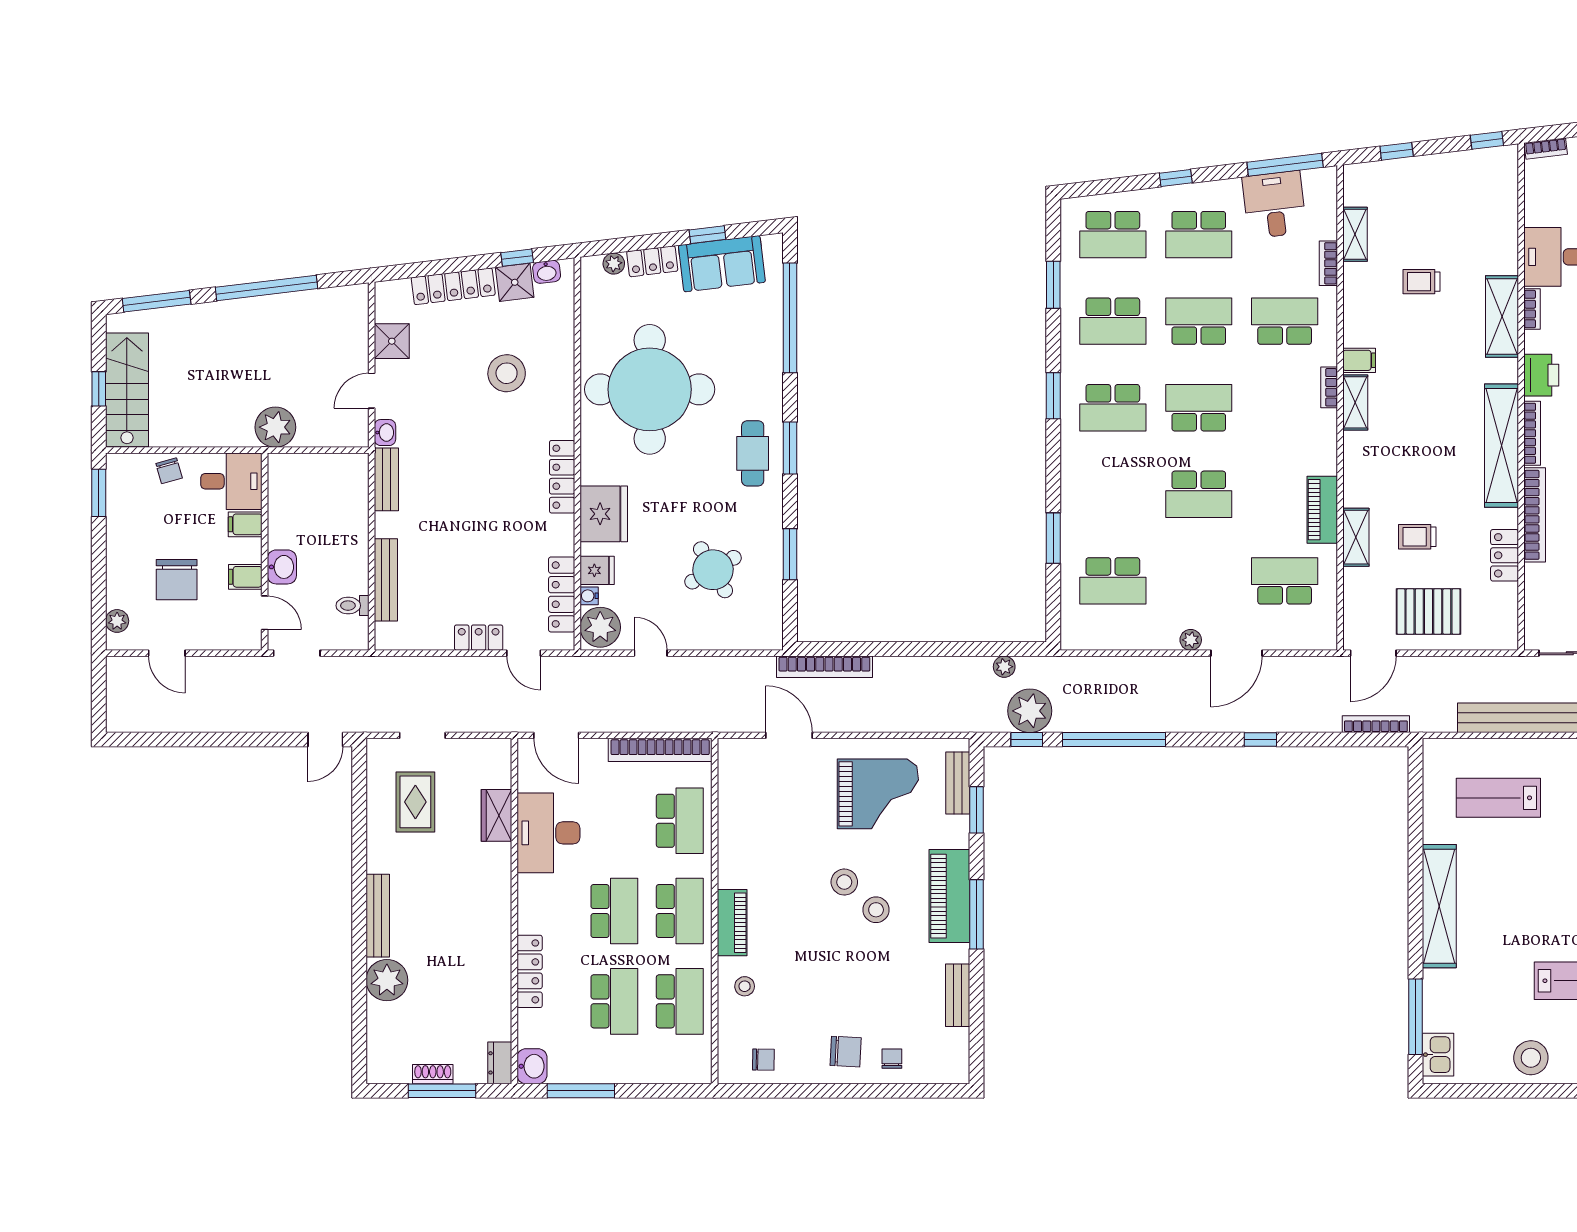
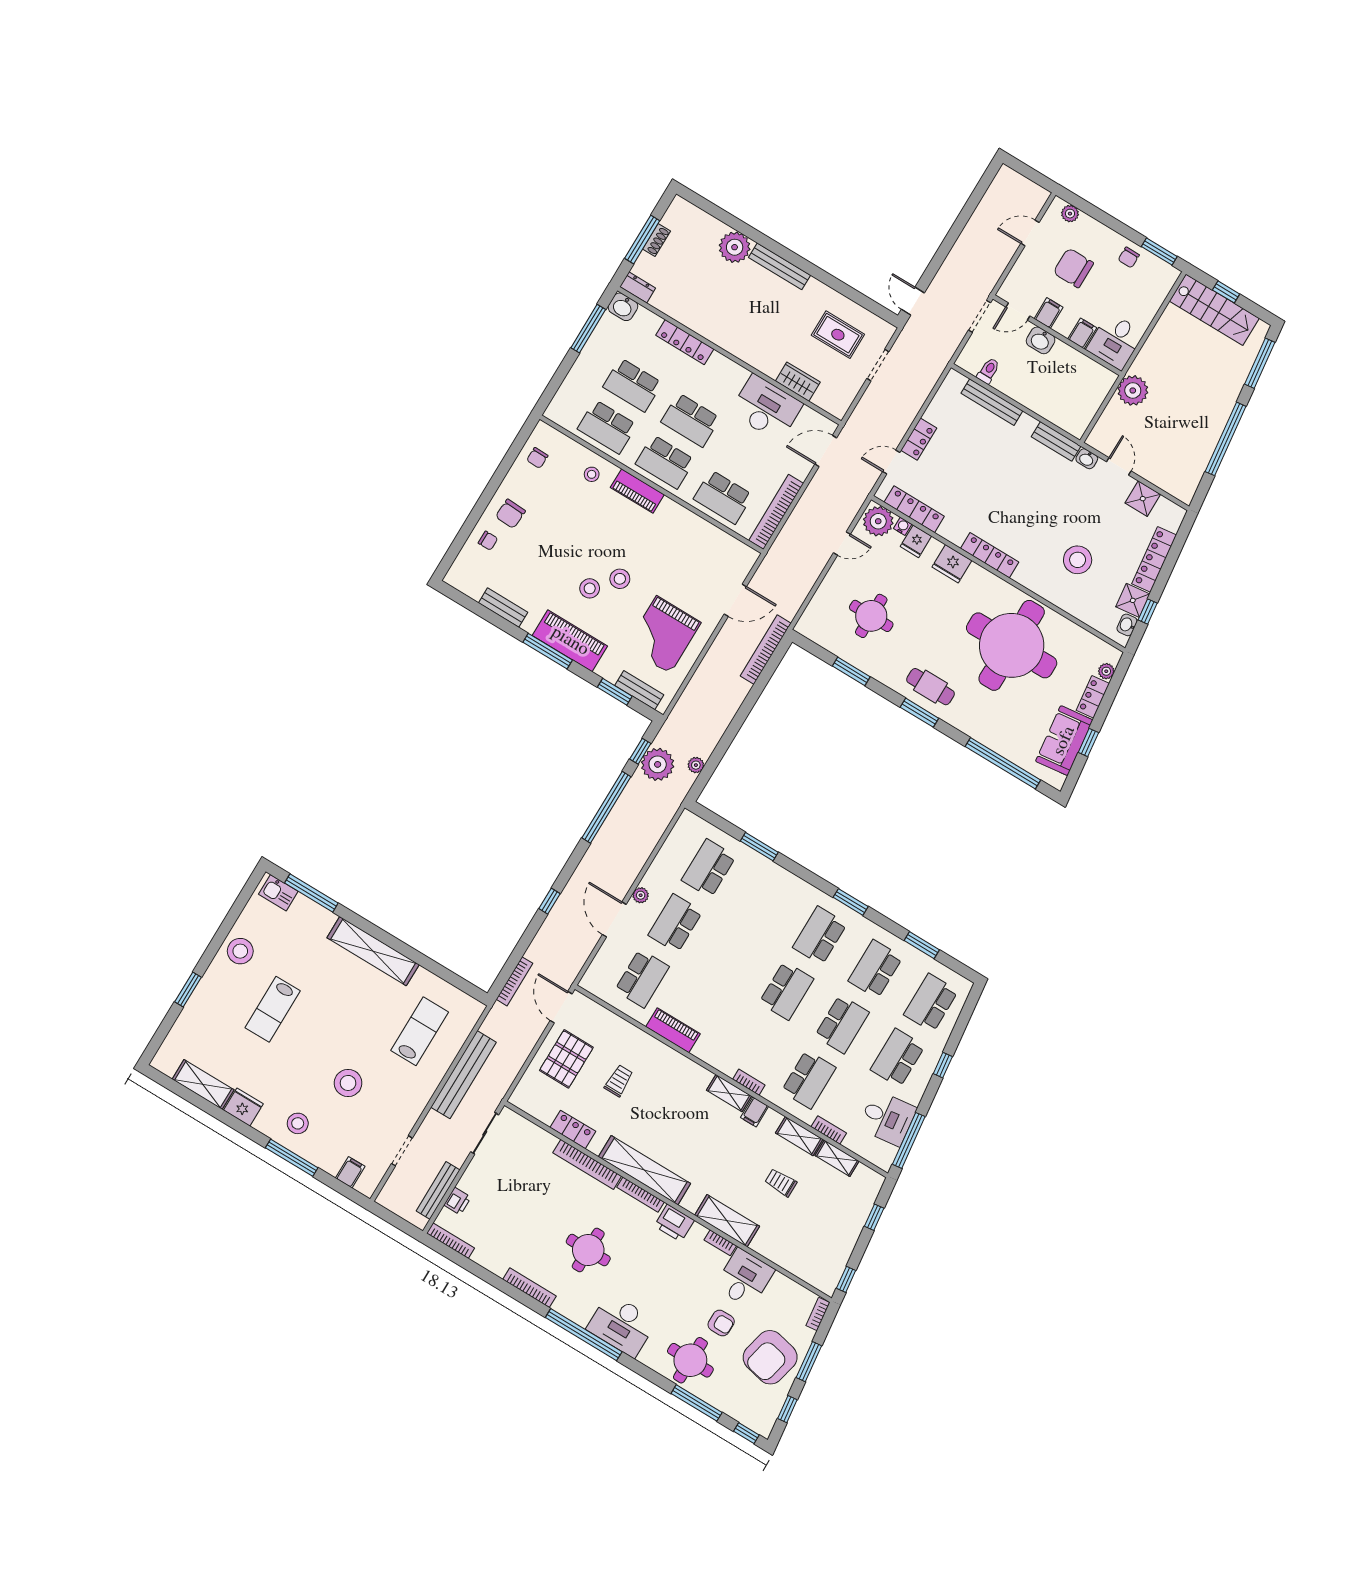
trolley: (1421, 282) -> (781, 1183), turned -90
chair: (169, 471) -> (1129, 258), moved, turned -74
school desk: (1199, 494) -> (675, 923), moved
fridge: (604, 514) -> (952, 564), width x0.73, depth x0.75
shelving: (1356, 537) -> (799, 1136), moved
round table: (713, 570) -> (871, 616), turned 30

